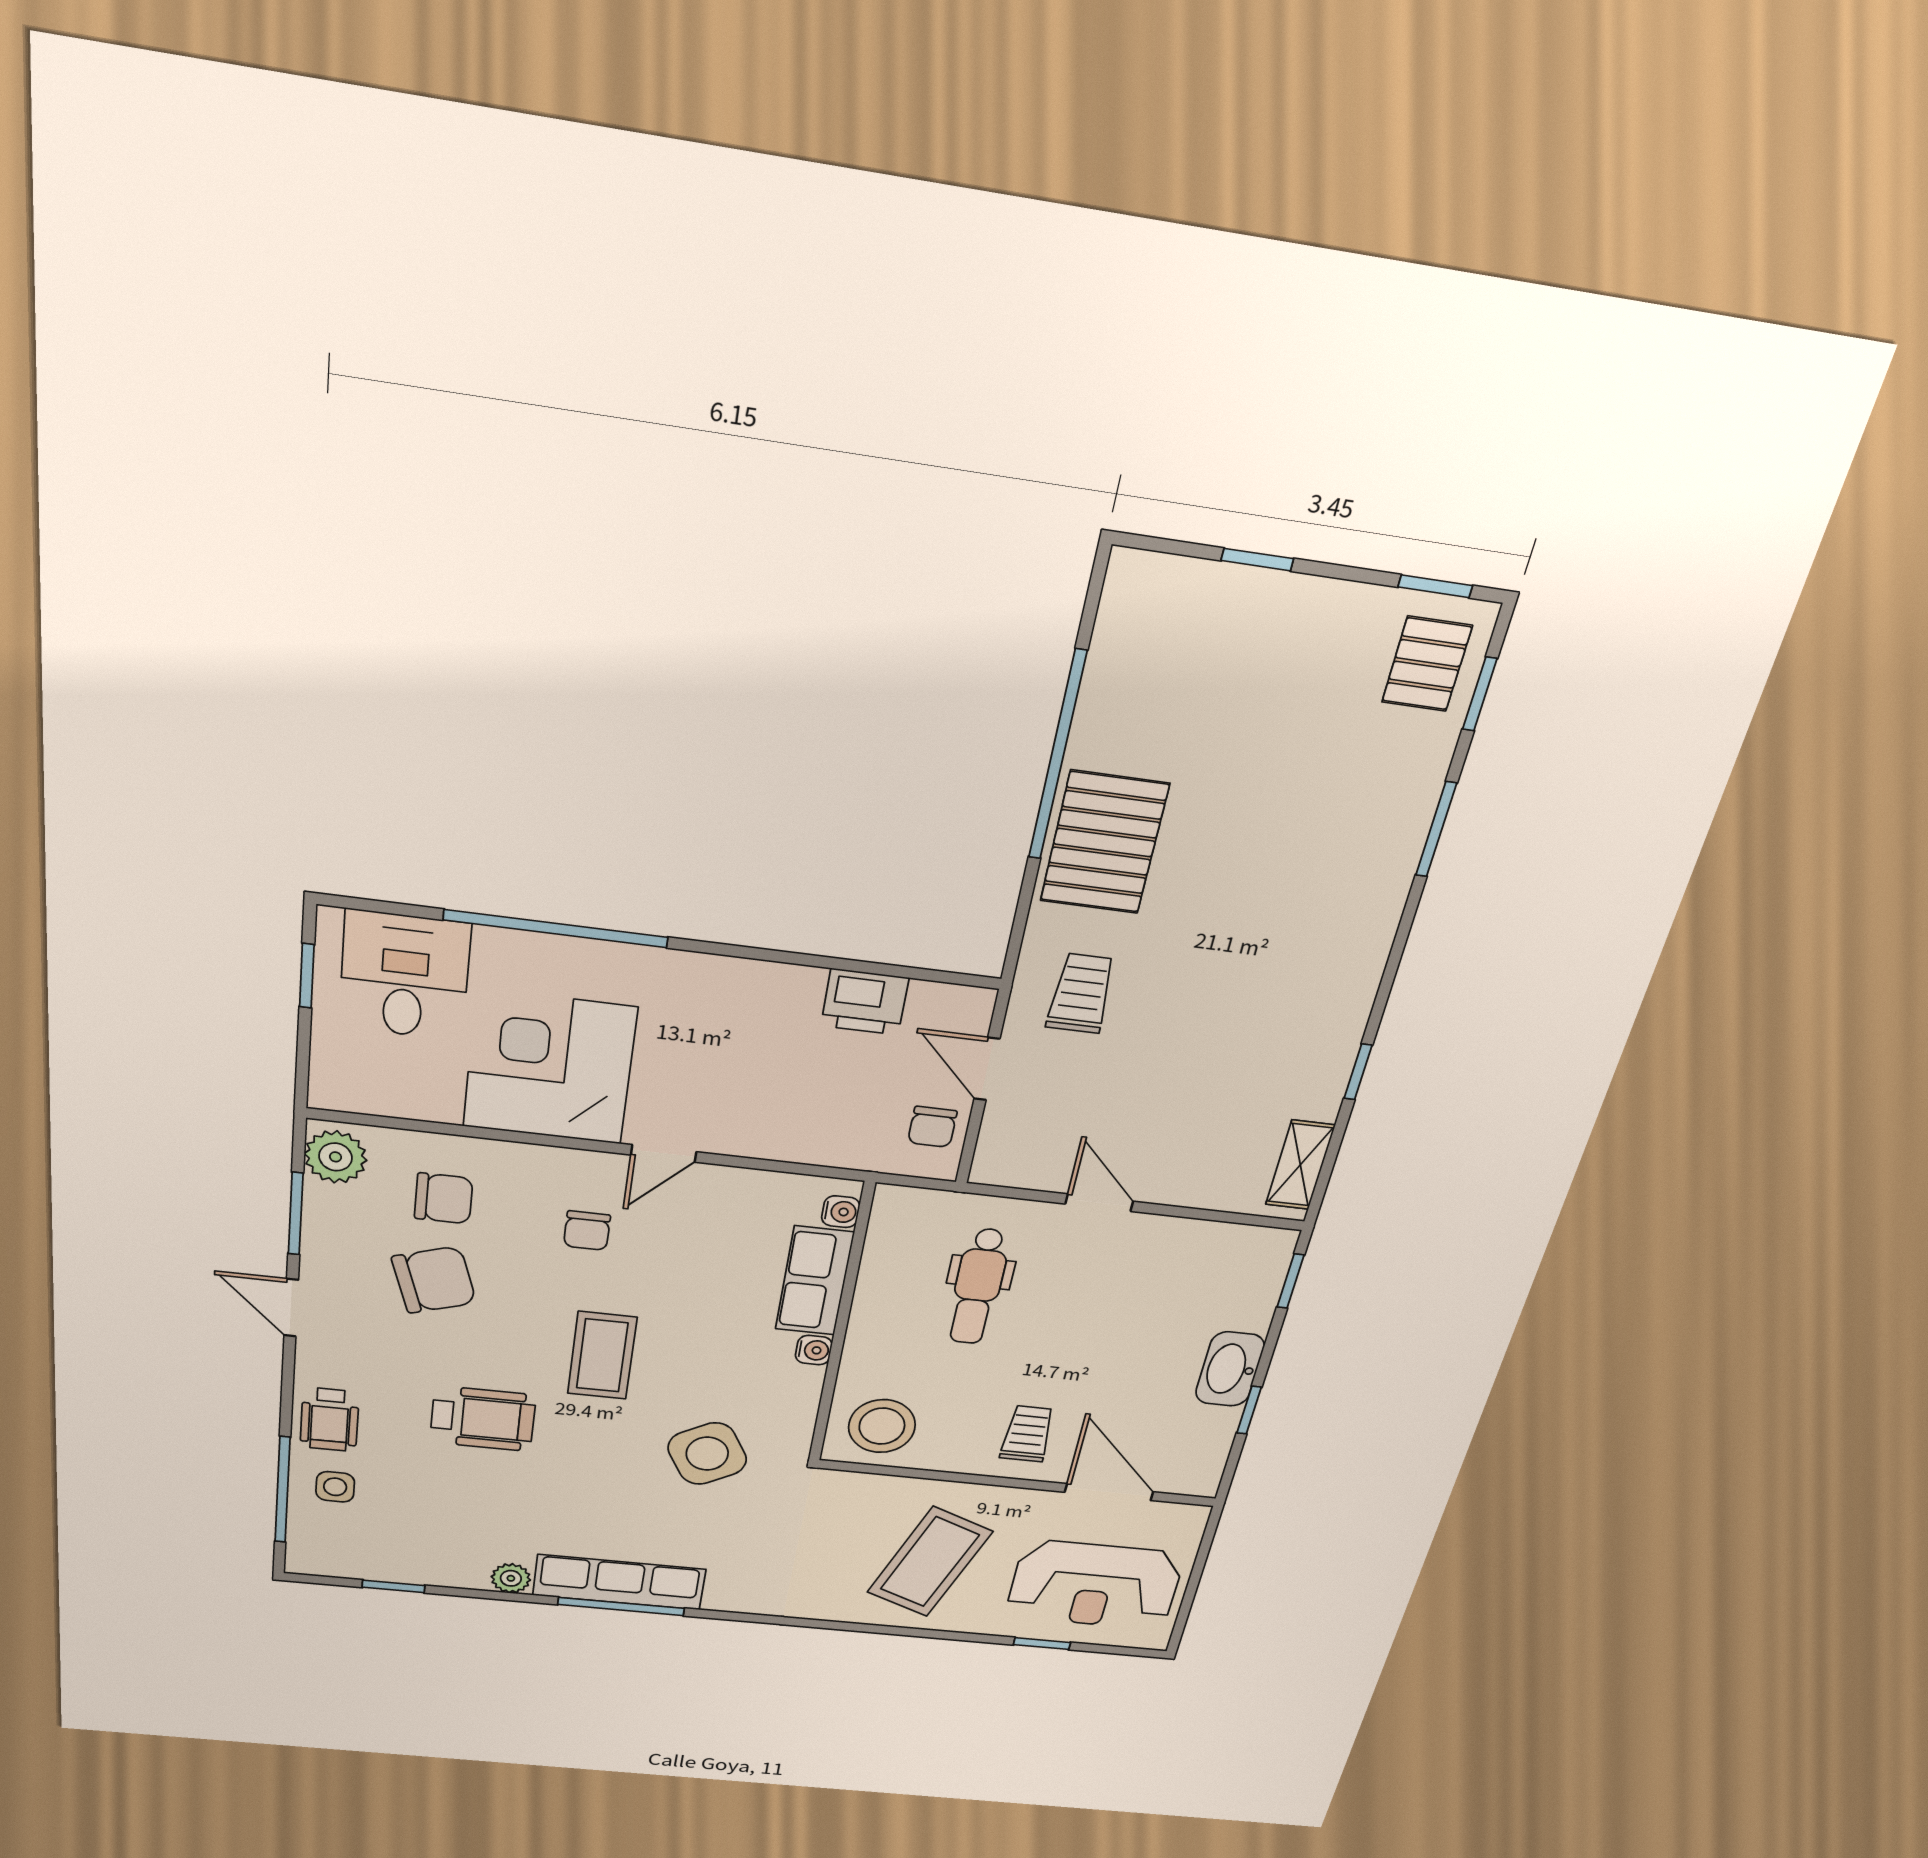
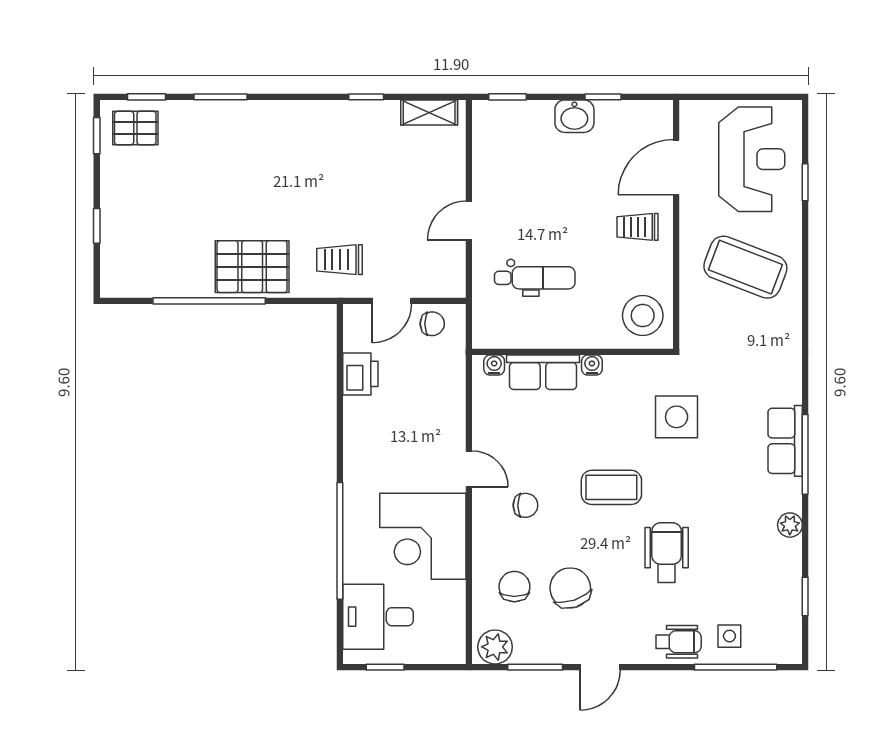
washbasin: (1230, 1369) -> (574, 116), width x0.72
side table: (707, 1454) -> (677, 417), turned 30
row of seats: (619, 1582) -> (785, 441), width x0.68

